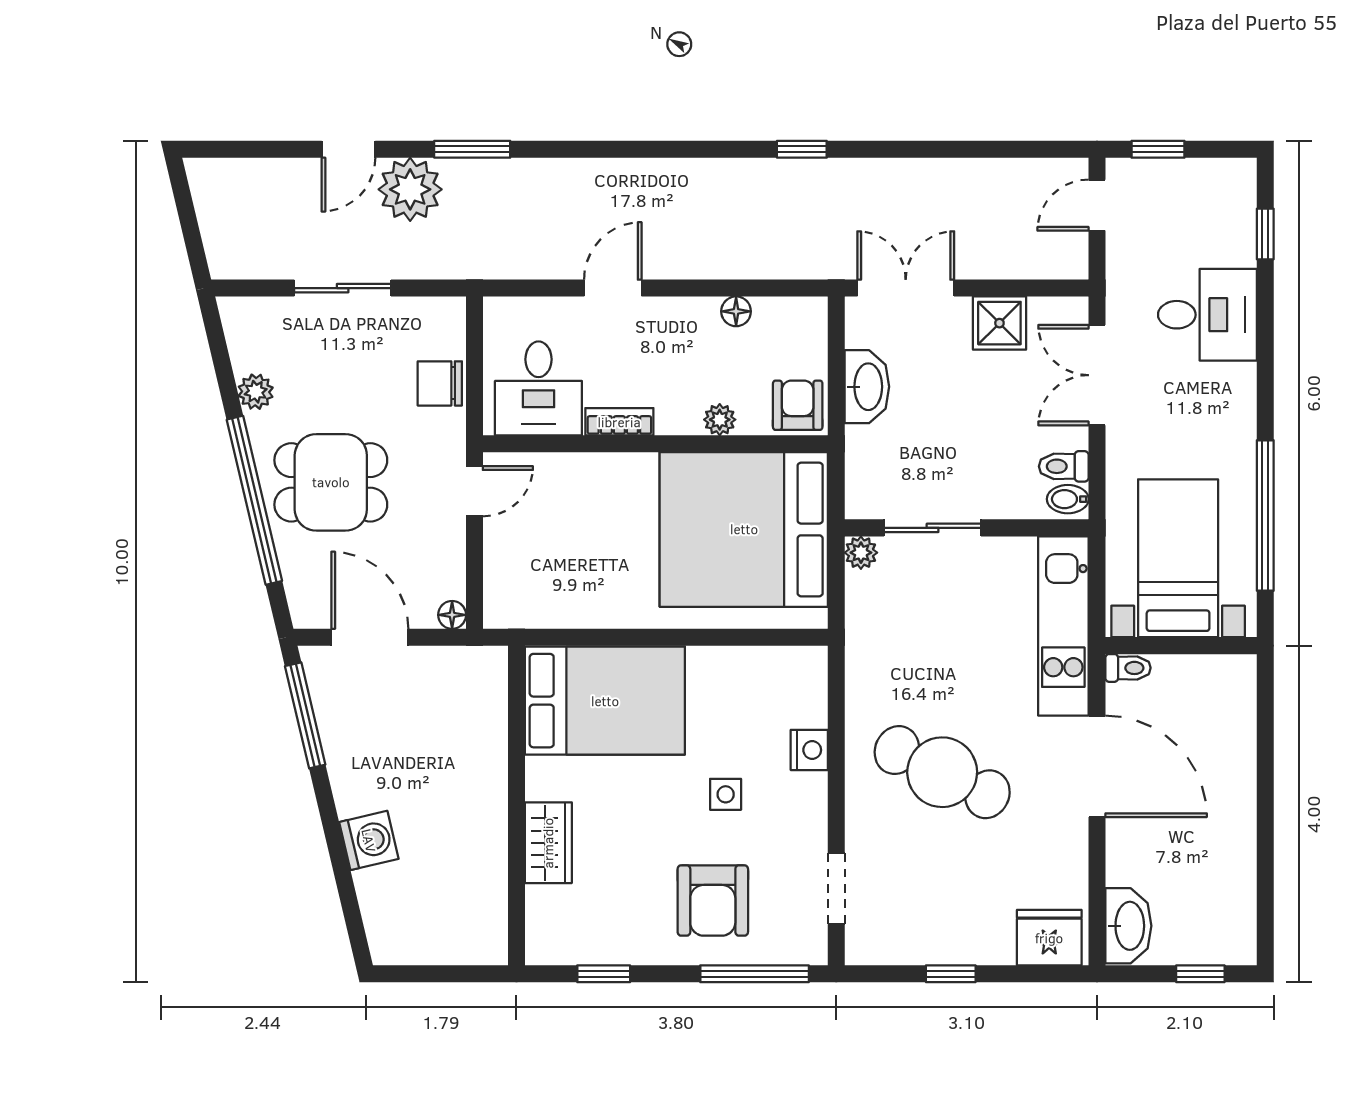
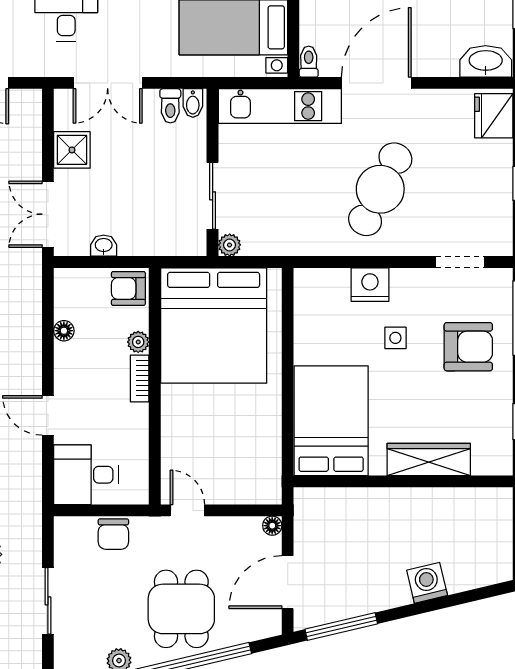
washbasin: (867, 387) -> (104, 246), width x0.52, depth x0.69
desk: (538, 388) -> (86, 475), moved, turned 180
bookcase: (619, 422) -> (140, 378), moved
nightstand: (809, 750) -> (370, 285), width x1.36, depth x1.33
wardrobe: (548, 843) -> (429, 460), width x1.50

